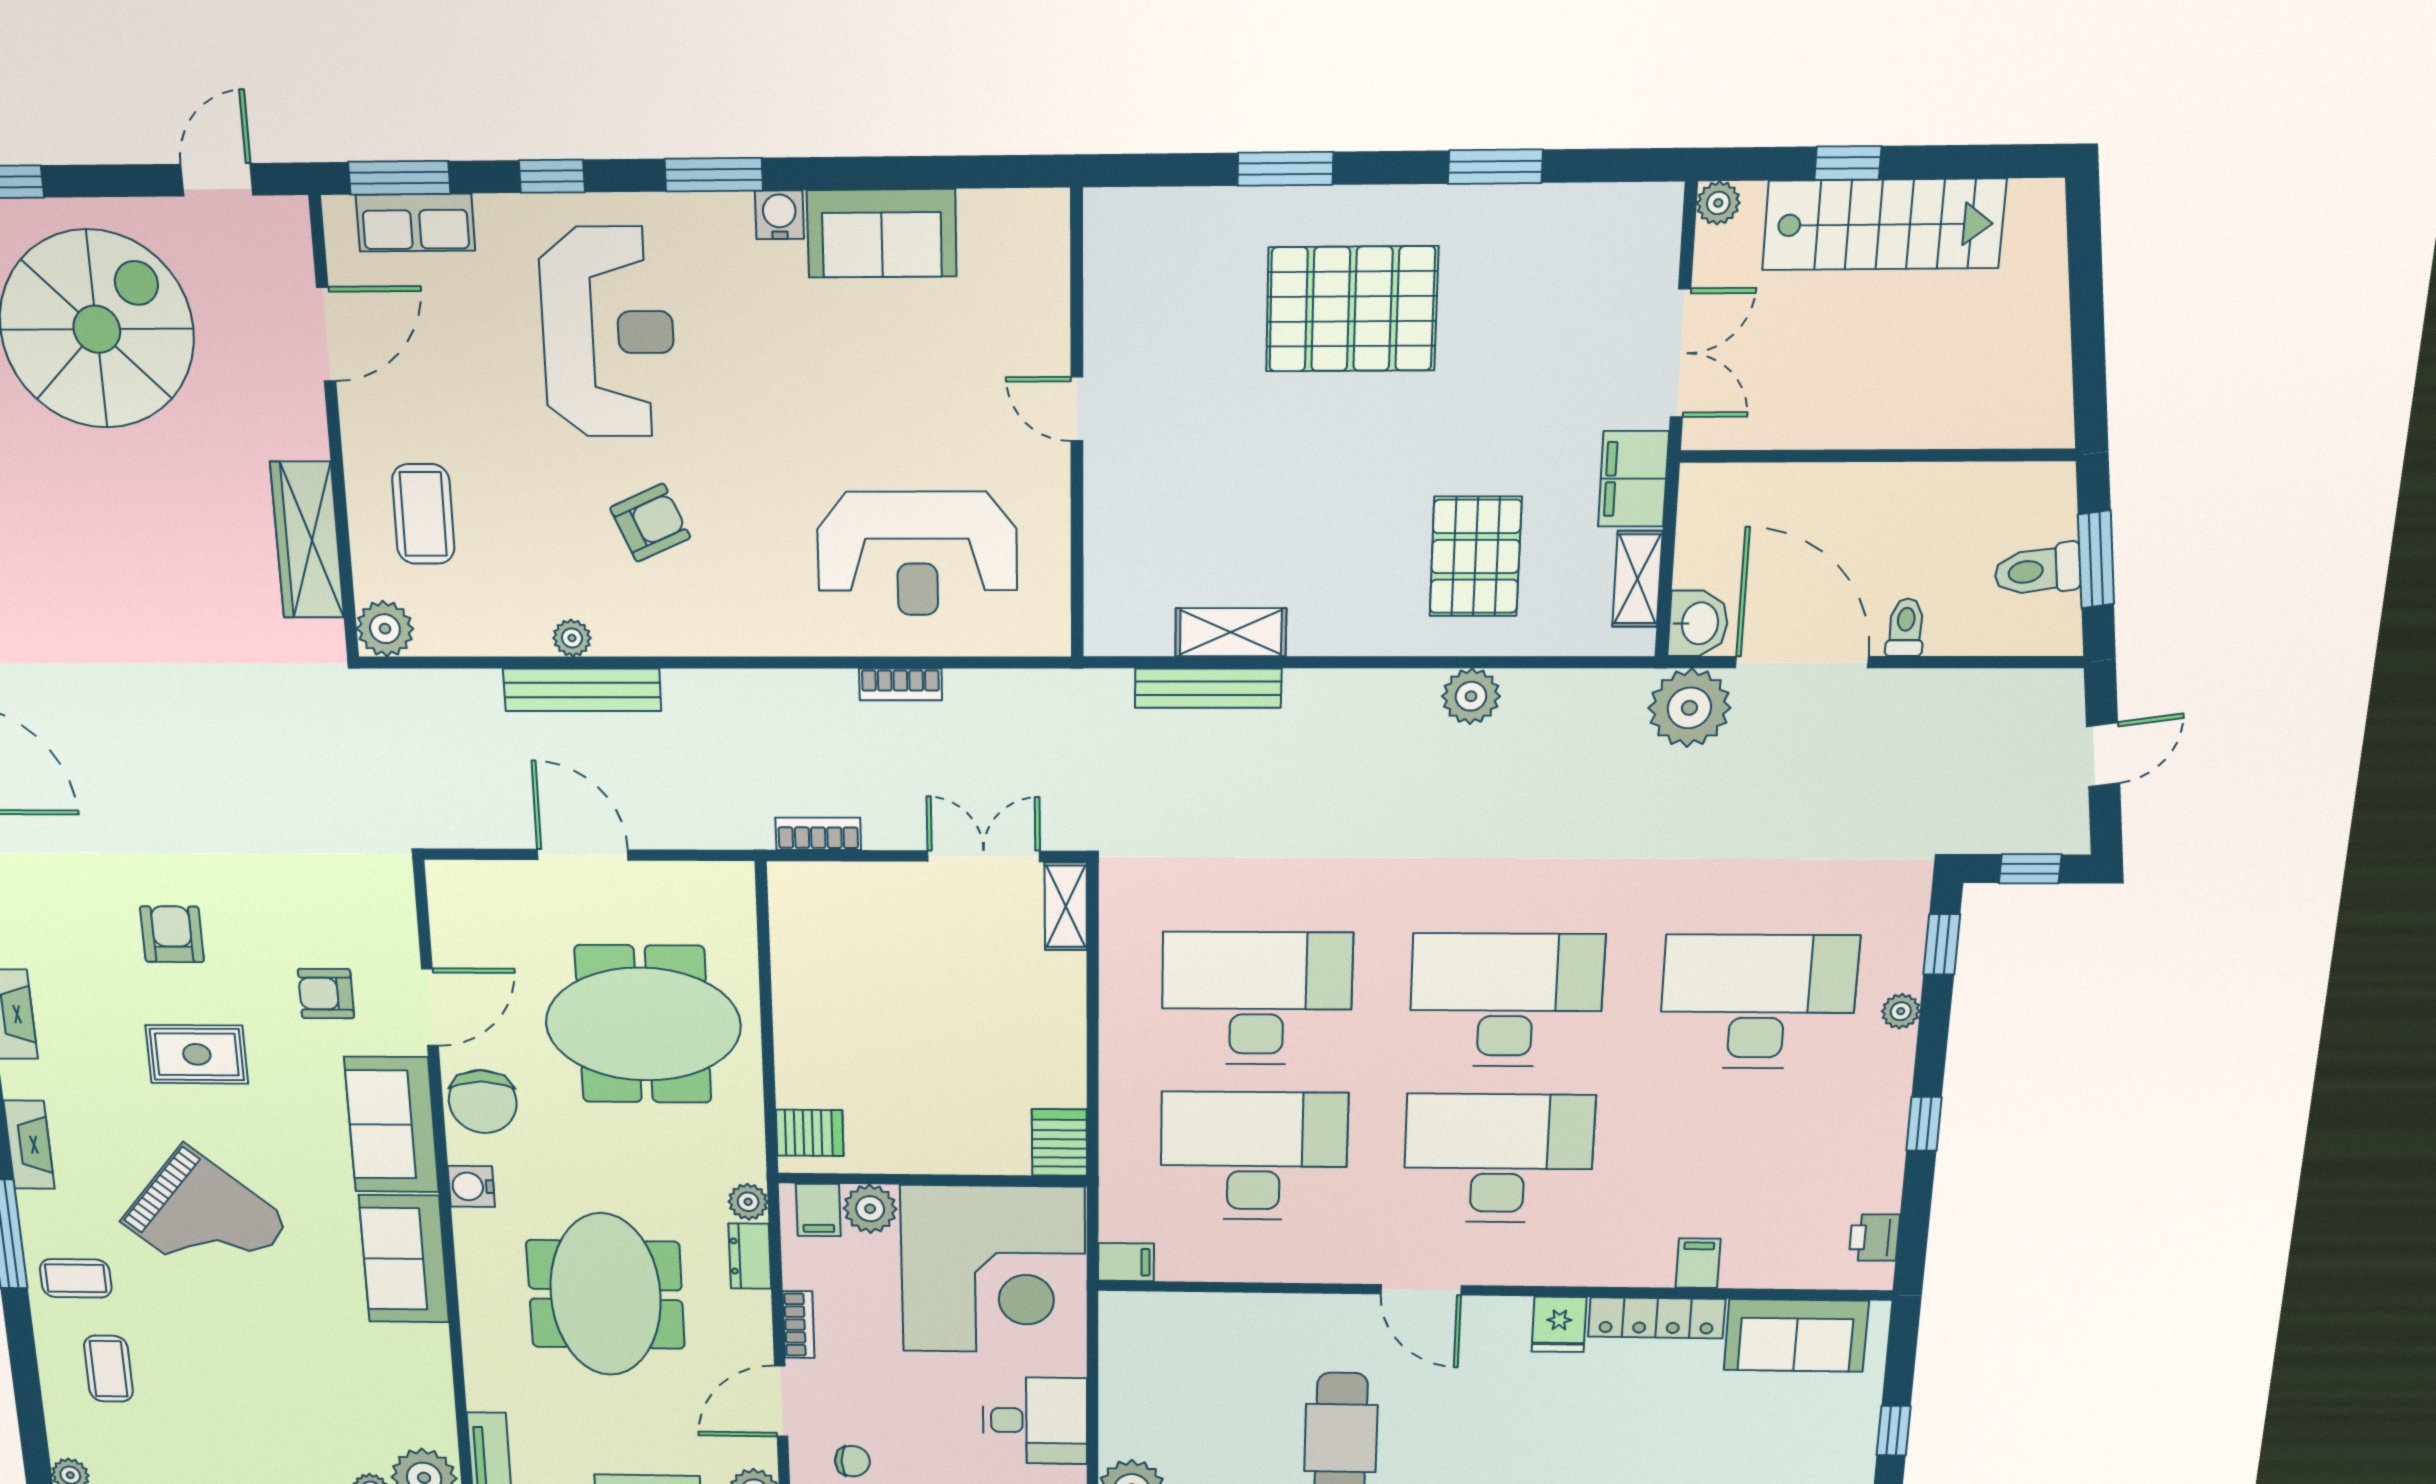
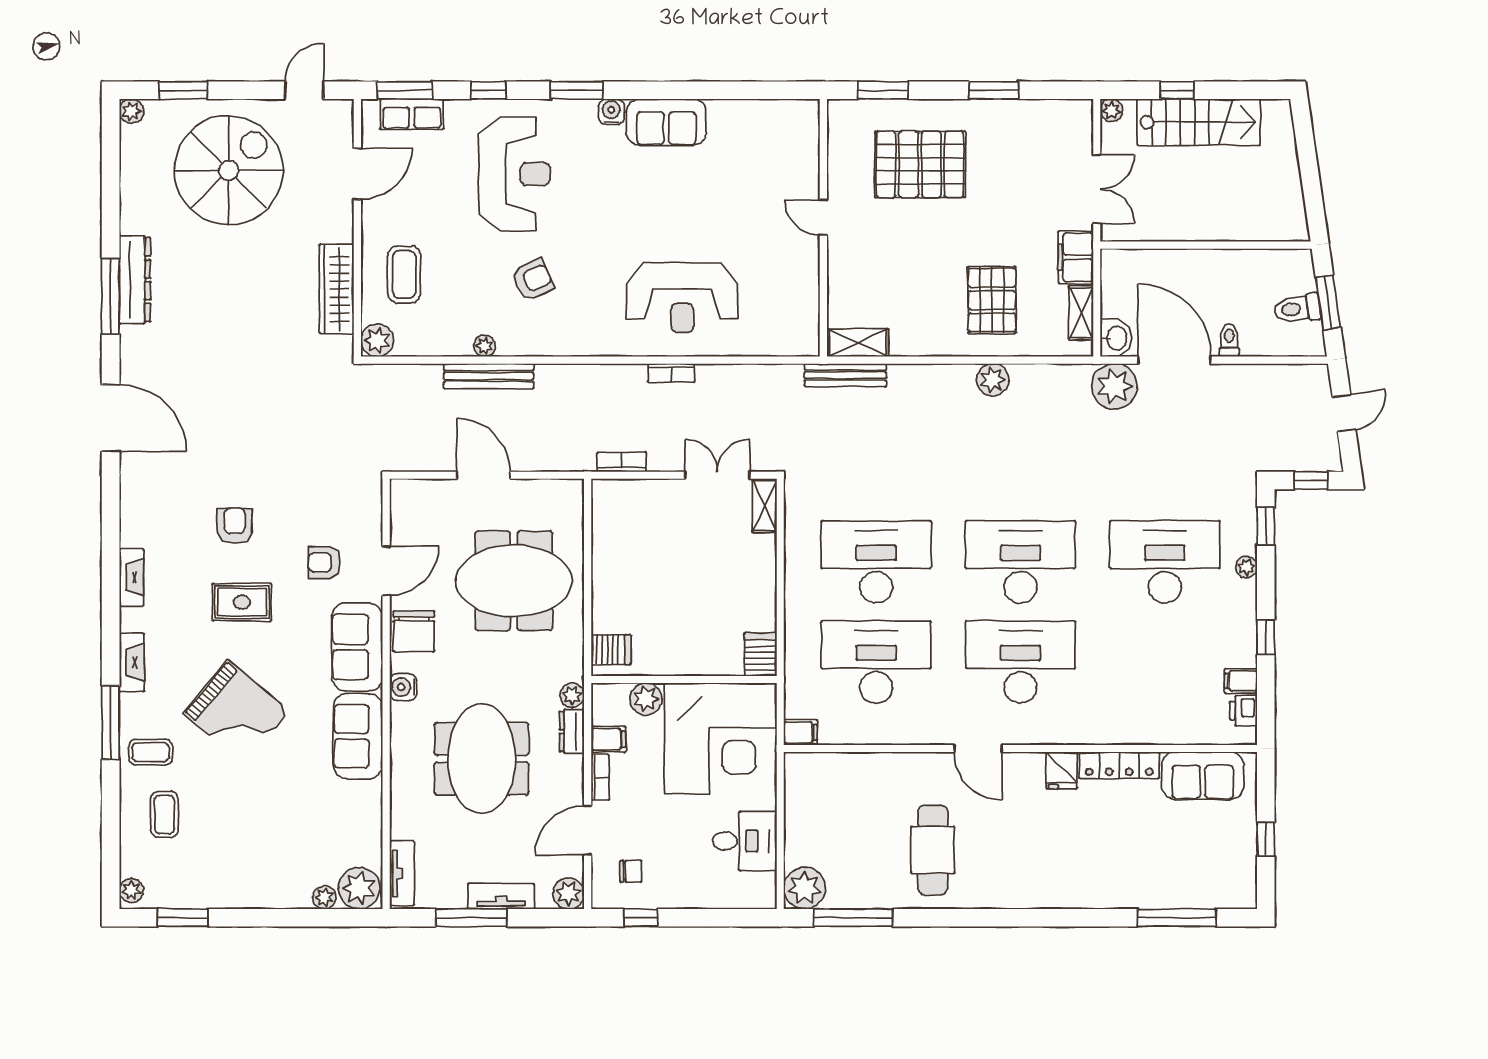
door: (1077, 409) -> (823, 217), moved
wall: (1077, 428) -> (823, 228), moved
filing cabinet: (818, 1210) -> (608, 739), moved, turned -90
filing cabinet: (1698, 1263) -> (1241, 681), moved, turned -90

